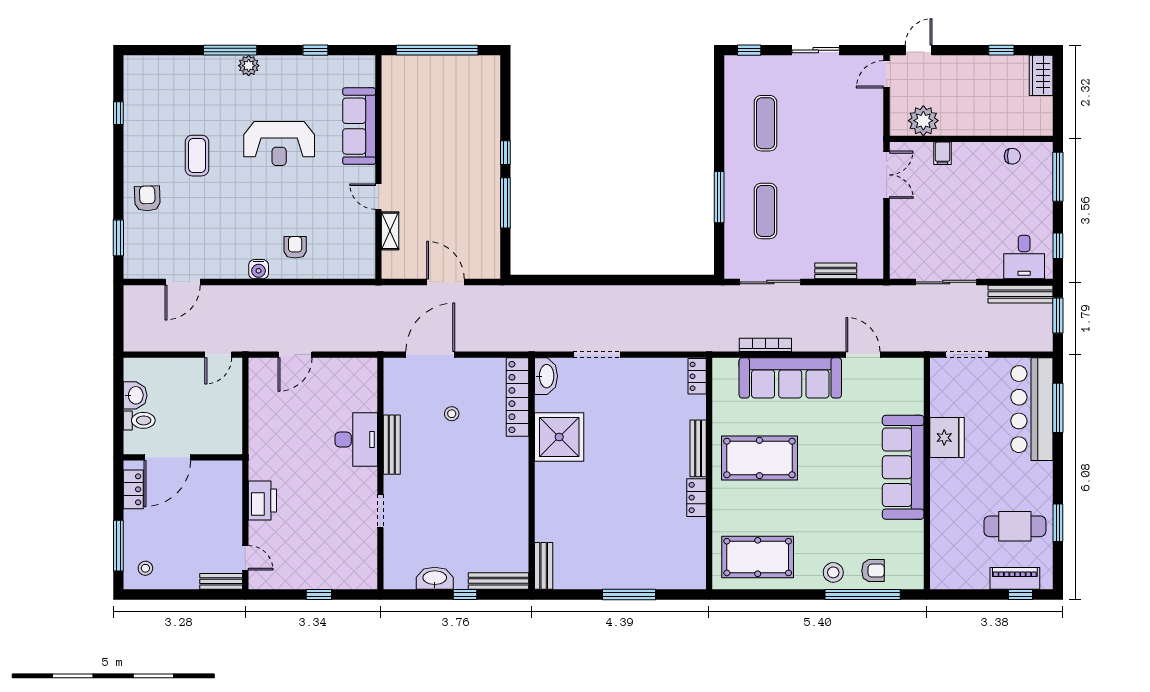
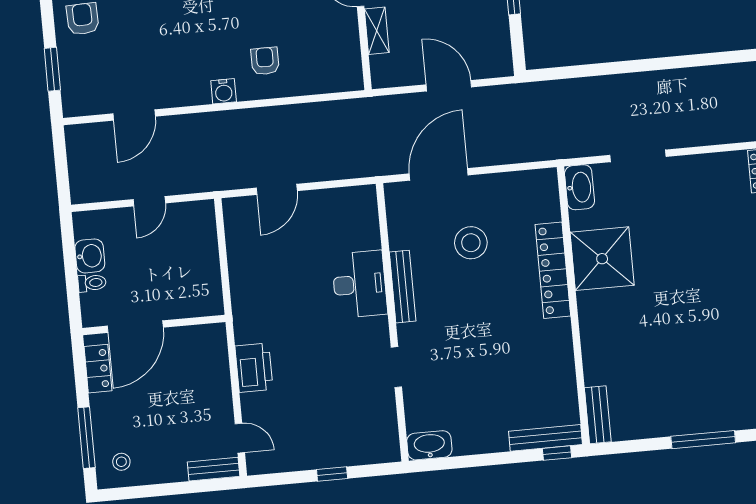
door: (218, 355) -> (149, 201), moved
locker: (517, 397) -> (553, 270), moved
stool: (452, 414) -> (471, 243), width x1.89, depth x1.89
toilet: (139, 420) -> (92, 283), width x0.73, depth x0.72
washbasin: (435, 578) -> (429, 445), moved
window: (465, 595) -> (557, 453), moved

